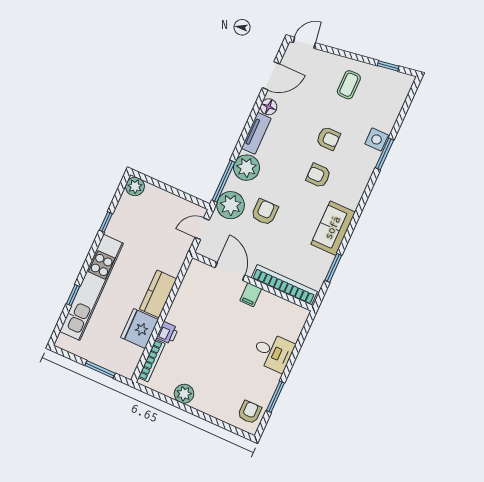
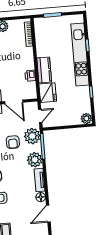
fridge: (139, 328) -> (48, 93), moved
printer: (167, 333) -> (30, 76), moved

